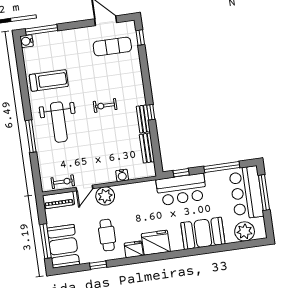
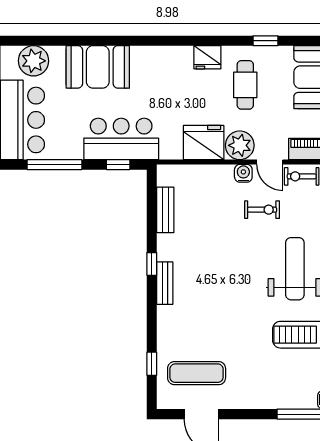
window: (140, 37) -> (152, 364), moved
exercise bike: (105, 106) -> (262, 210), moved
bench: (143, 119) -> (165, 283), moved
water cooler: (122, 175) -> (243, 173), moved
door: (84, 188) -> (270, 162), swing flipped
fridge: (156, 243) -> (204, 143), moved, turned 180

